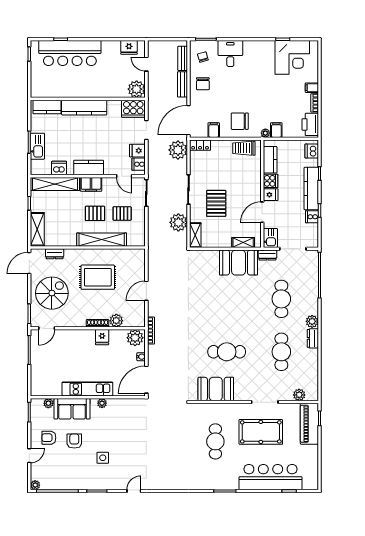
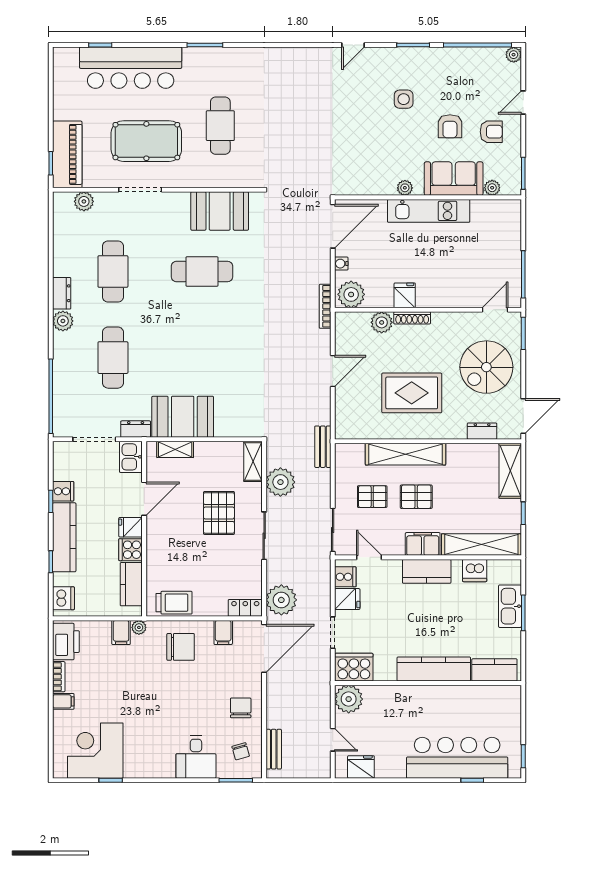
bench: (182, 84) -> (323, 447), moved

